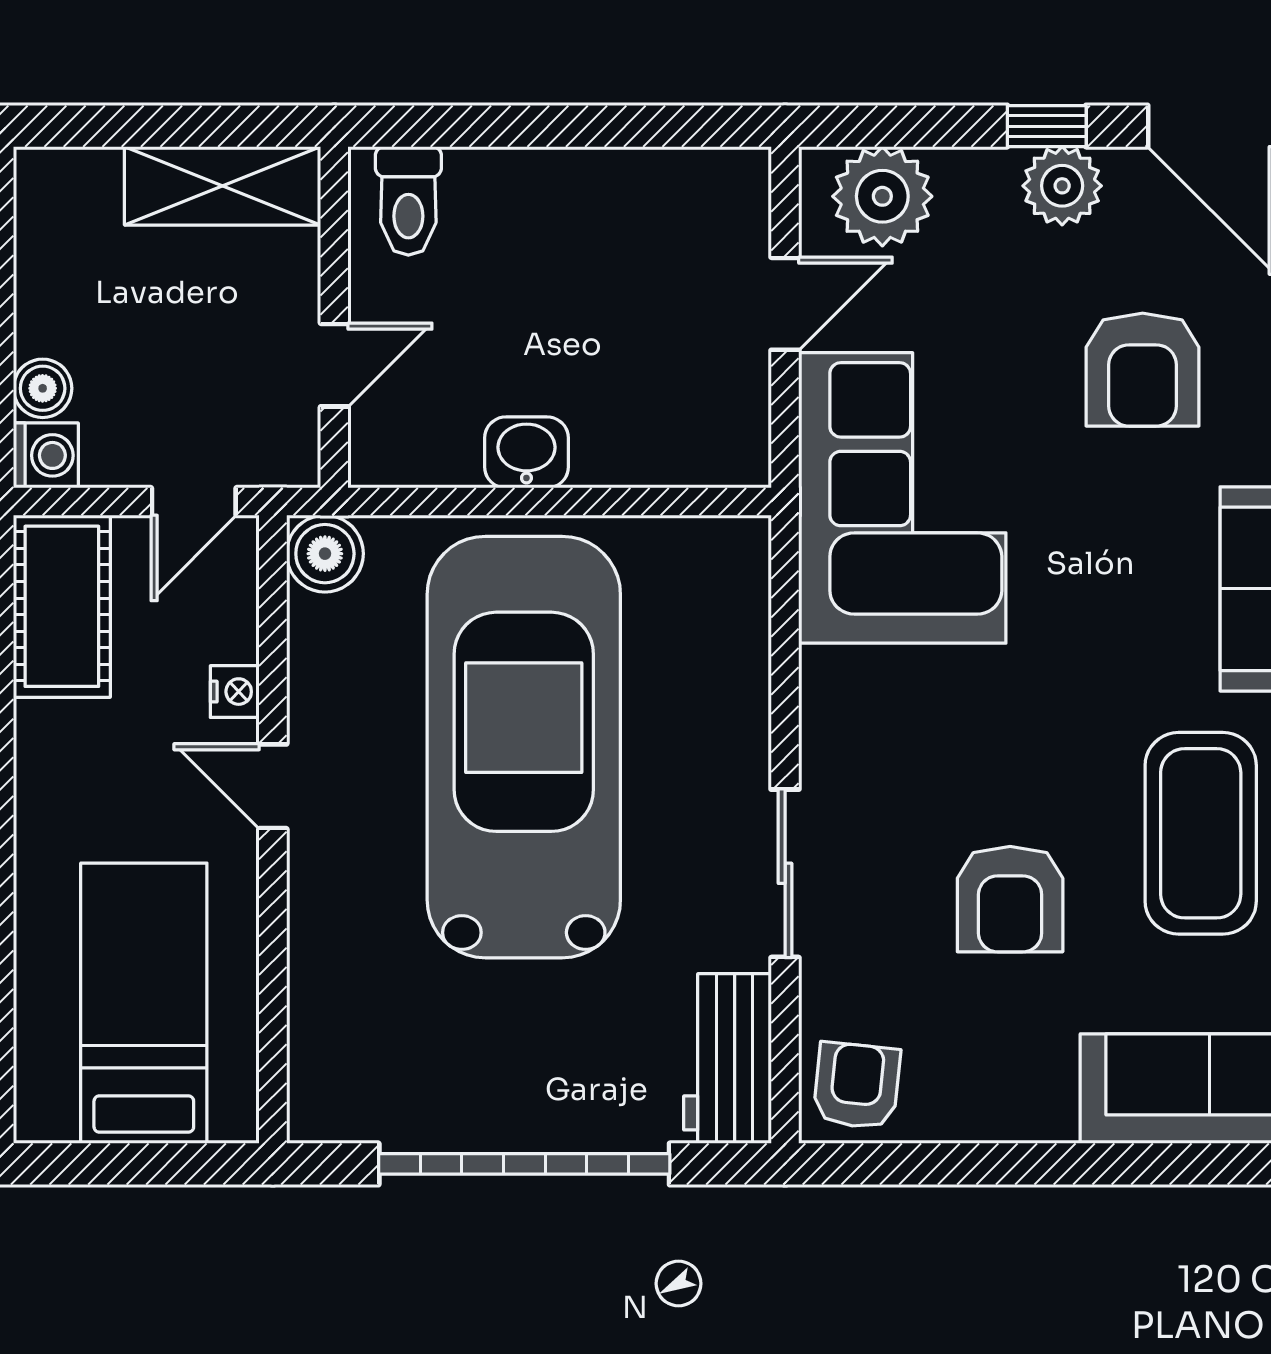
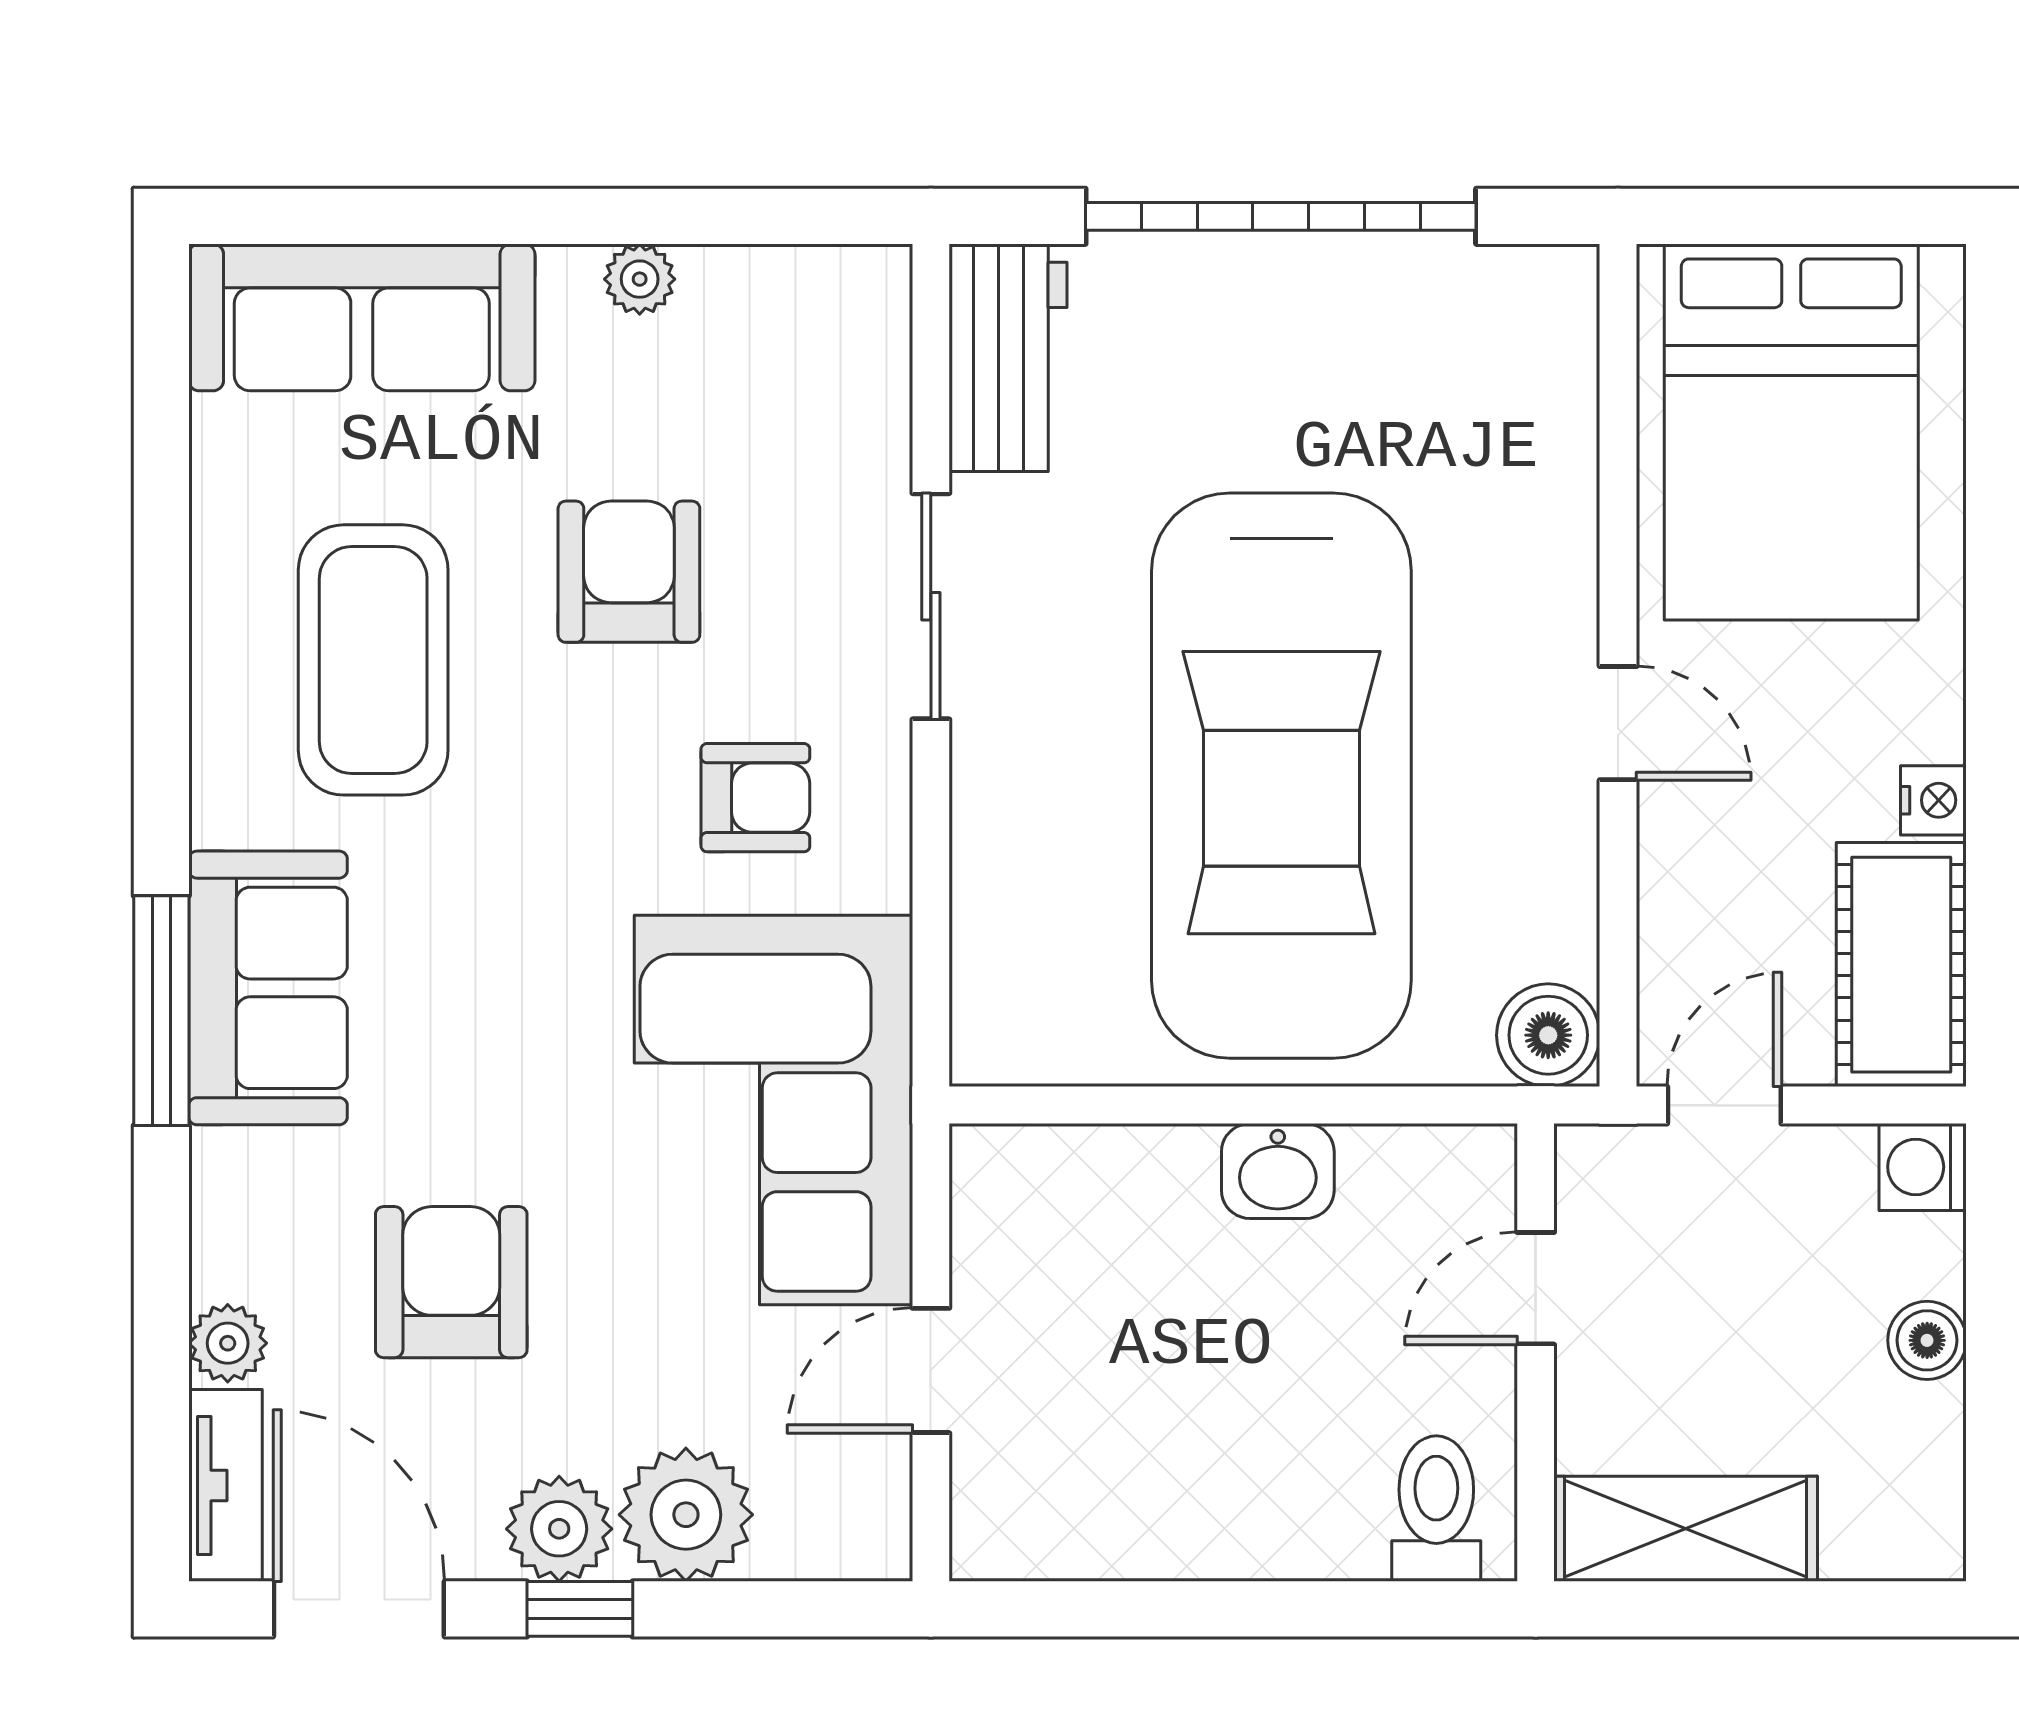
plant: (882, 196) -> (686, 1515), moved
boiler: (43, 388) -> (1927, 1340), moved
nightstand: (235, 692) -> (1933, 800), moved, turned 180
bed: (144, 1003) -> (1791, 432), width x1.50
armchair: (857, 1086) -> (755, 798), moved, turned -96
plant: (1002, 1117) -> (640, 279), added

